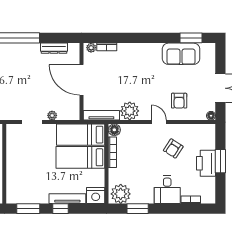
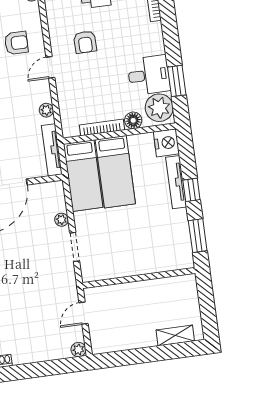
plant: (130, 111) -> (46, 110), width x0.53, depth x0.53
floor lamp: (114, 130) -> (133, 120), moved
armchair: (173, 148) -> (85, 42), turned 56
desk: (167, 190) -> (149, 75), moved

